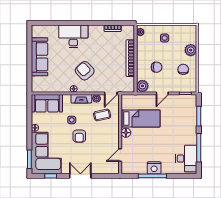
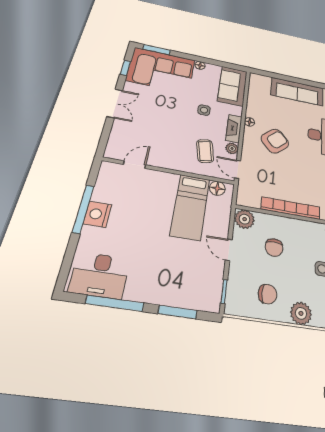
floor lamp: (126, 133) -> (217, 188), moved
armchair: (79, 136) -> (178, 115), removed
door: (120, 155) -> (134, 165), hinge flipped

